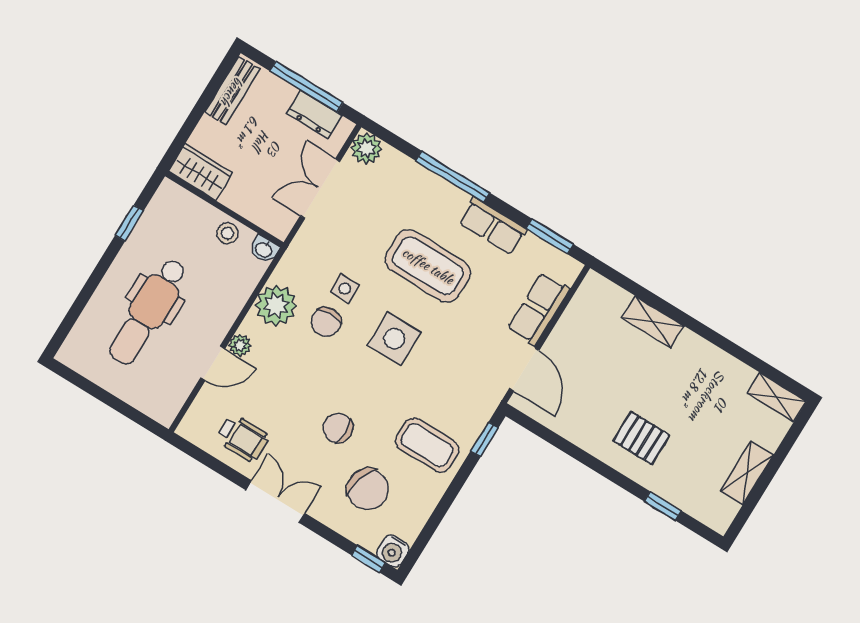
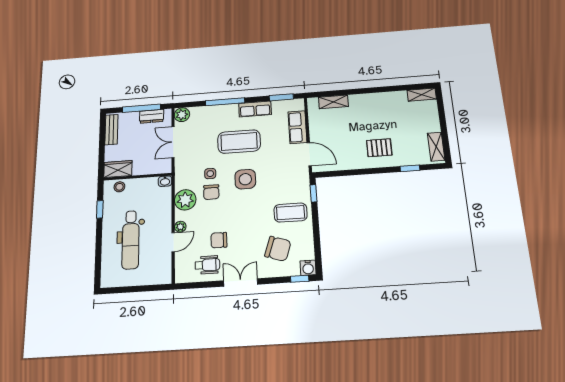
stool: (227, 233) -> (119, 187), moved
shelving: (653, 322) -> (333, 102), moved
chair: (338, 428) -> (219, 240), moved
shelving: (747, 473) -> (436, 147), moved

